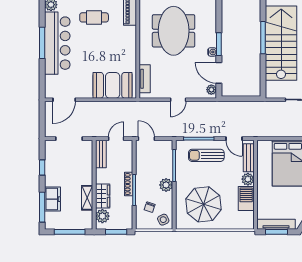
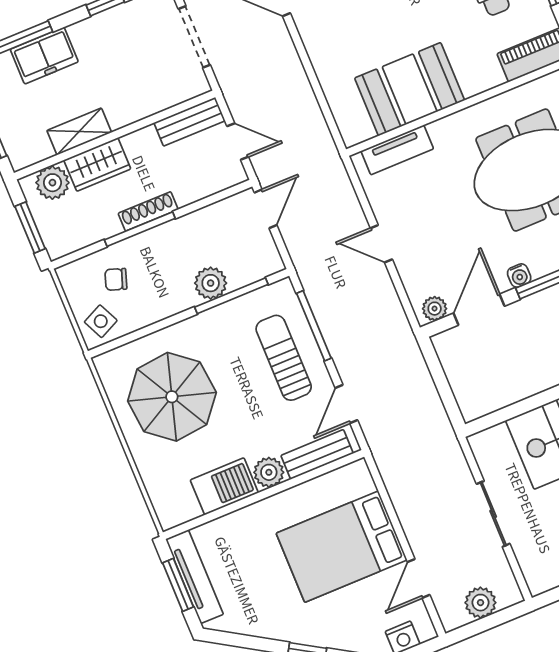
booth: (113, 85) -> (410, 89), moved, turned 90
plant: (166, 185) -> (211, 283), moved

